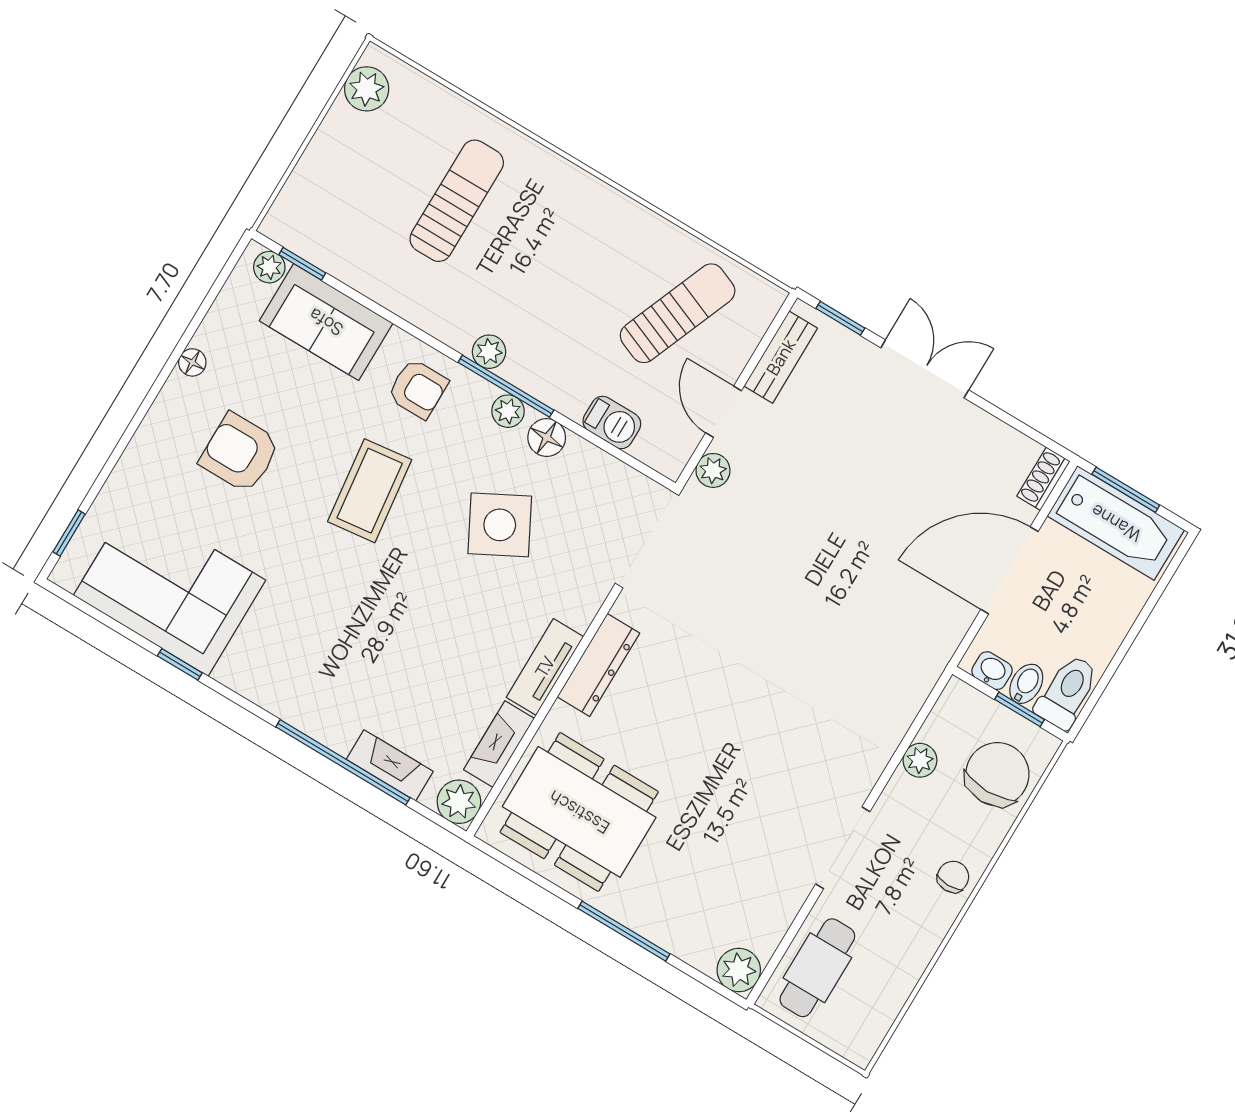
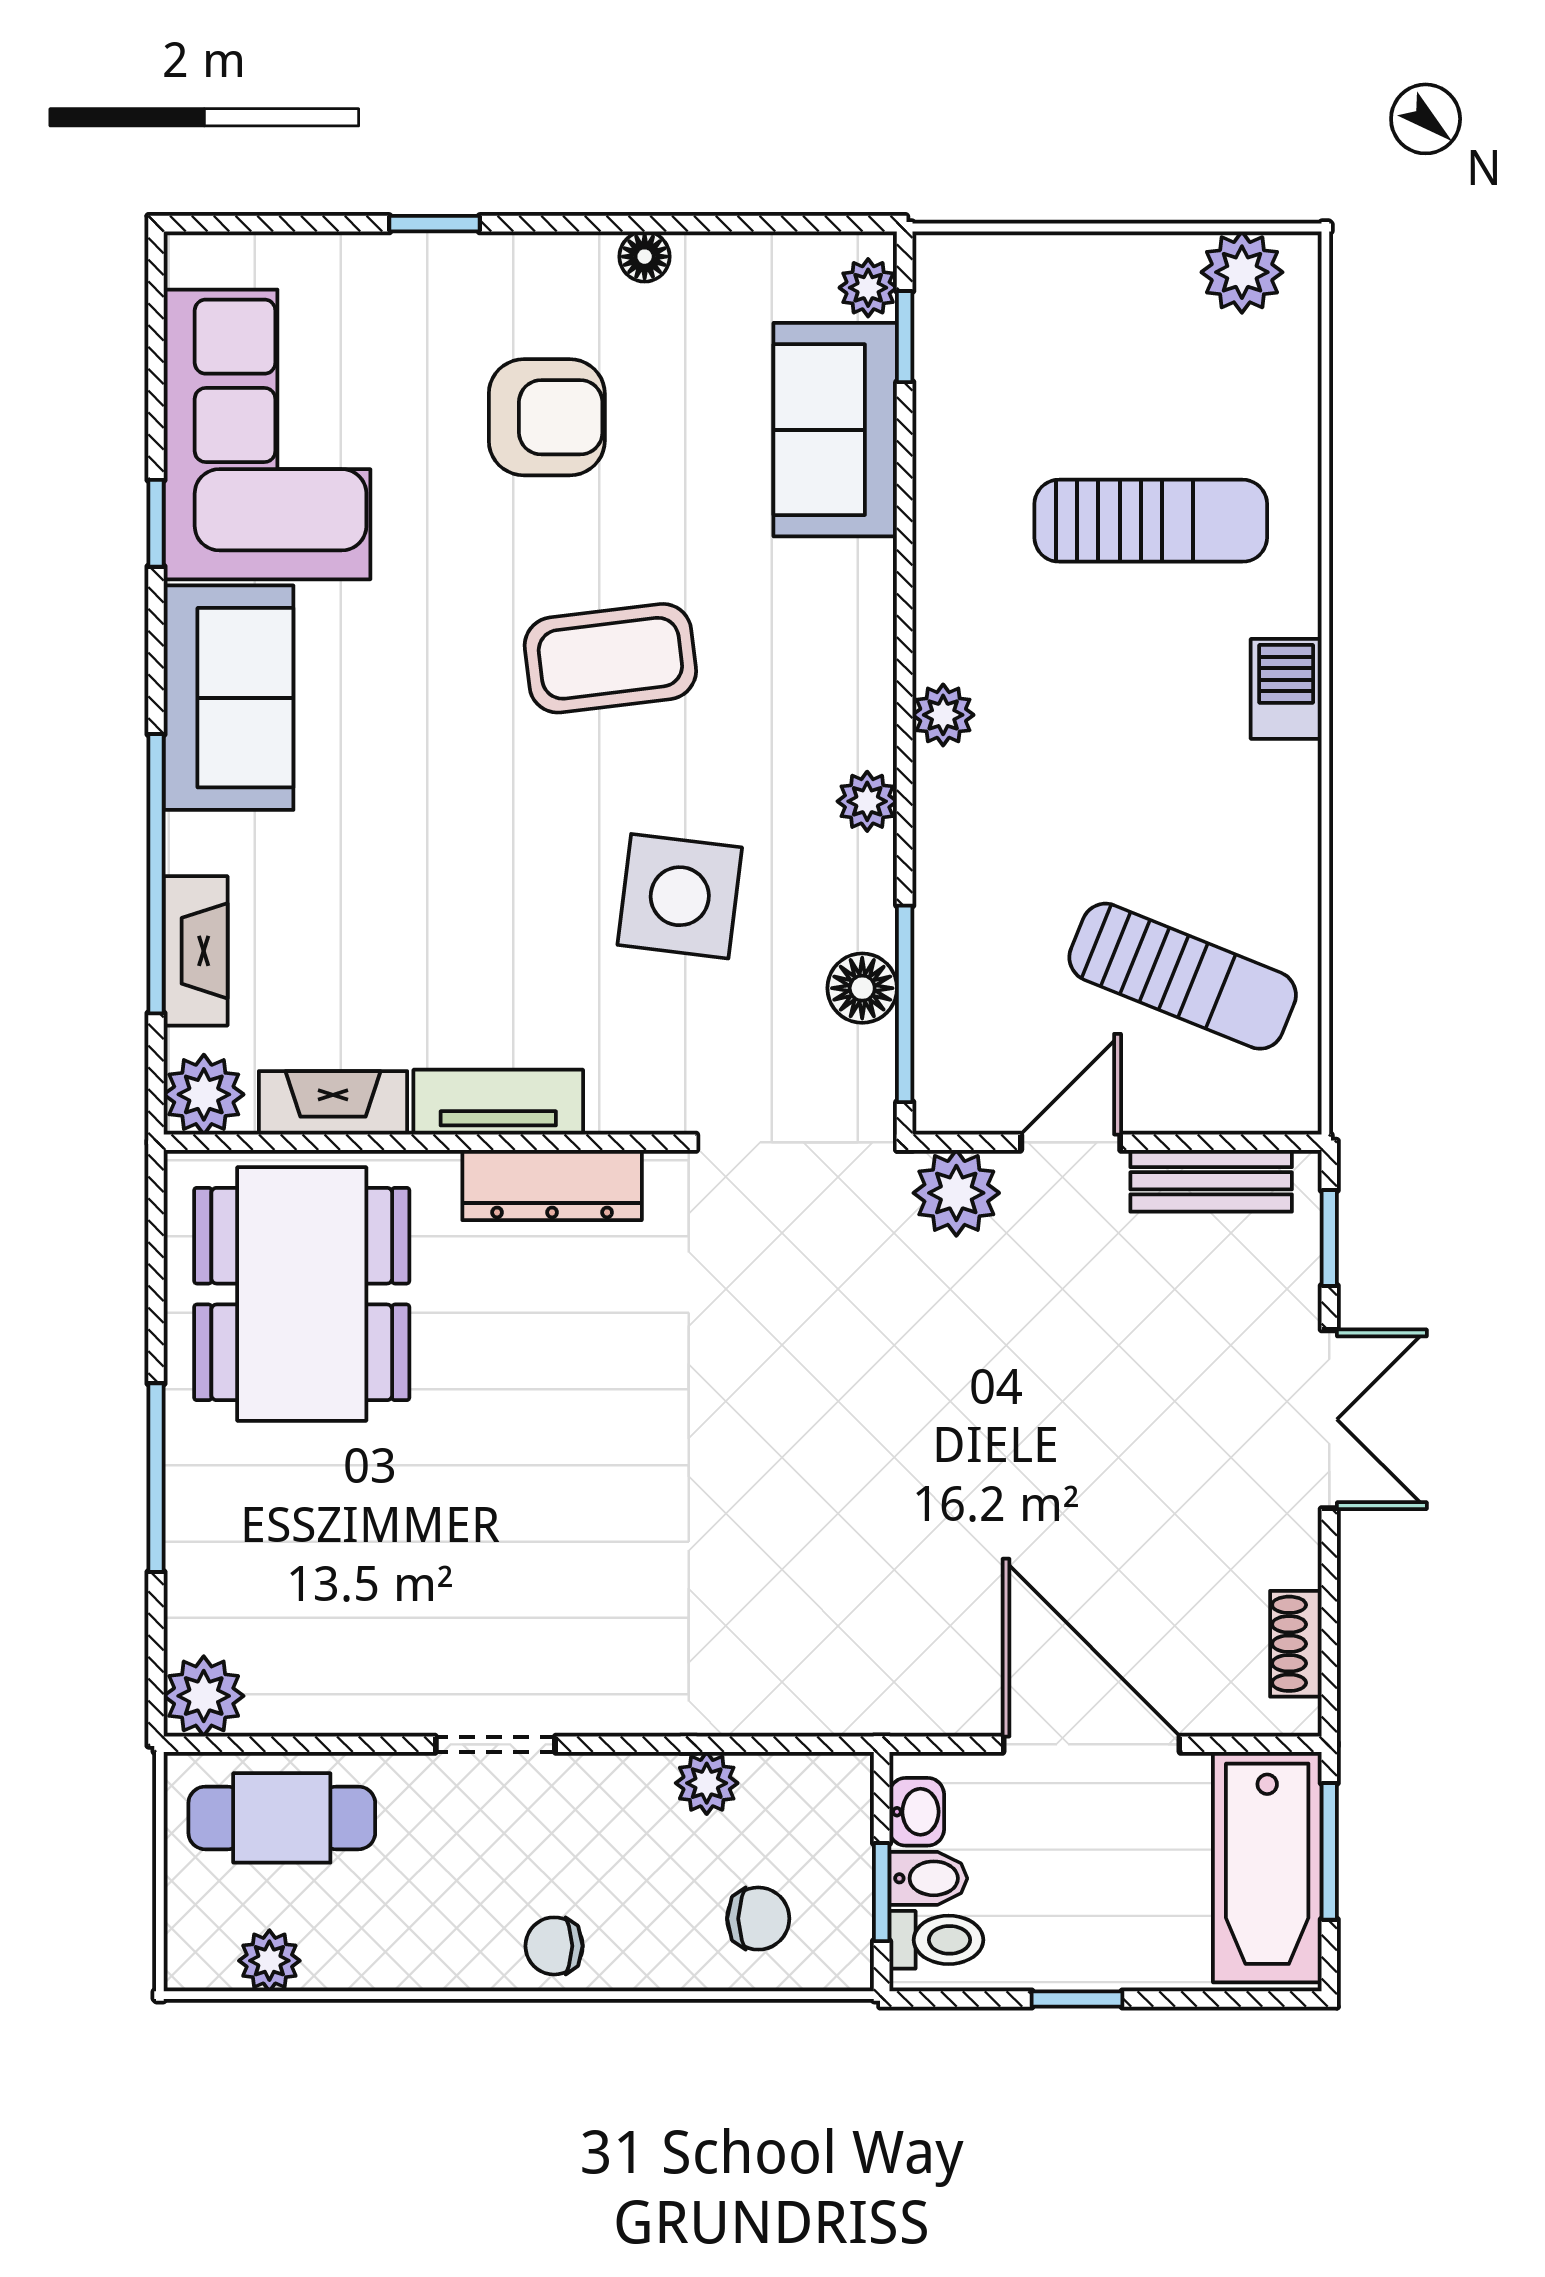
window: (506, 386) -> (905, 1004), moved
armchair: (418, 389) -> (817, 637), removed
barbecue: (612, 422) -> (1286, 689), moved, turned 180
floor lamp: (547, 438) -> (862, 988), moved
armchair: (240, 453) -> (547, 417), turned 90
plant: (713, 470) -> (956, 1193), width x1.38, depth x1.38
shoe rack: (1043, 479) -> (1296, 1644), moved, turned -90
side table: (500, 525) -> (680, 896), turned 35
window: (69, 533) -> (434, 224), moved
window: (1124, 648) -> (1077, 1999), added
sofa: (281, 679) -> (229, 698), added
toilet: (1067, 692) -> (936, 1940), width x0.73, depth x0.72
chair: (997, 774) -> (758, 1919), width x0.54, depth x0.54
doorway: (843, 848) -> (495, 1744), width x0.73
chair: (953, 877) -> (554, 1946), turned 180
plant: (880, 1013) -> (269, 1961), added

